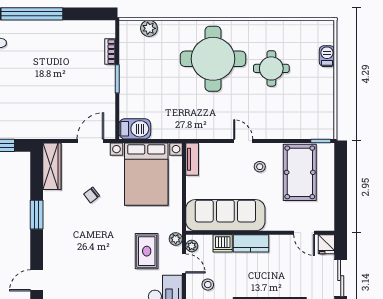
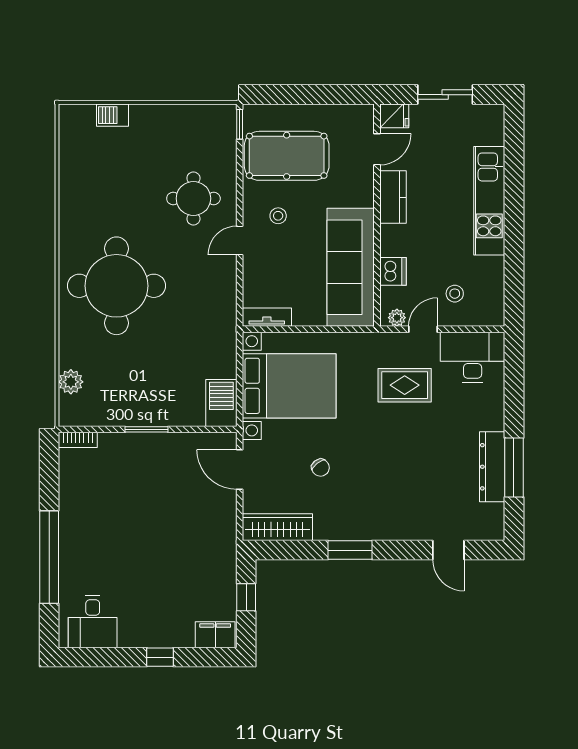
bookcase: (110, 52) -> (78, 440), moved
round table: (271, 68) -> (193, 198), moved
plant: (176, 239) -> (386, 342), removed
kitchen counter: (251, 243) -> (393, 197), moved

